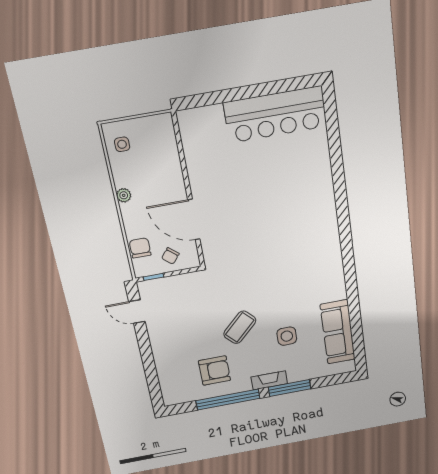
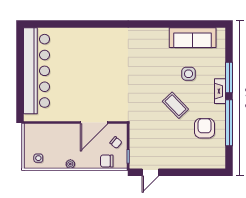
bar counter: (275, 115) -> (37, 71), width x1.36

